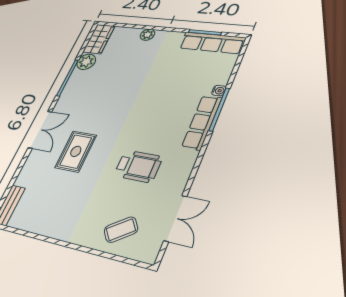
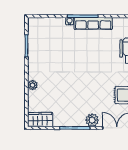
row of seats: (212, 43) -> (34, 38), removed
plant: (86, 62) -> (92, 120), moved

